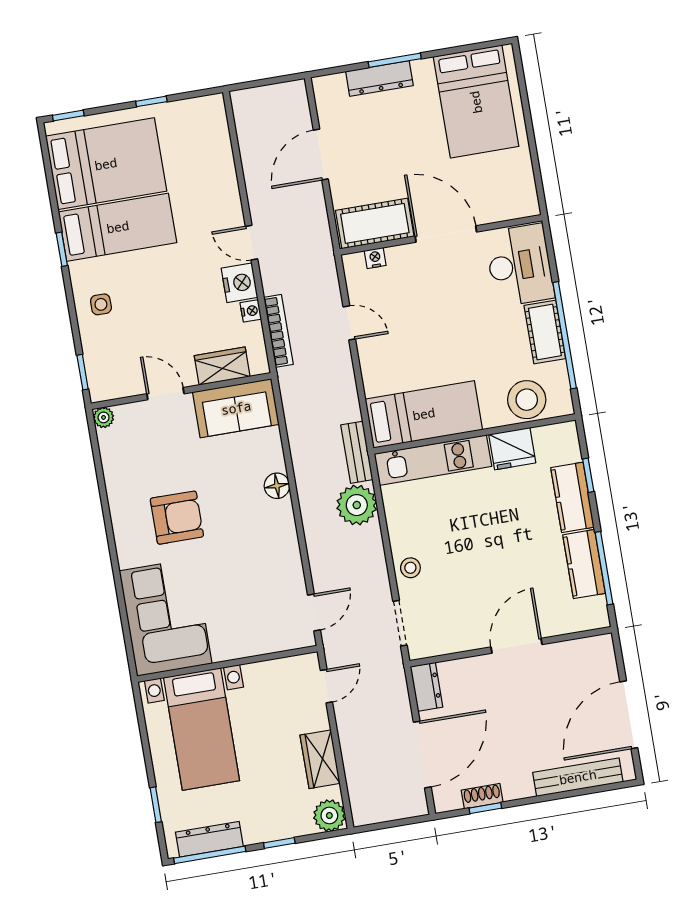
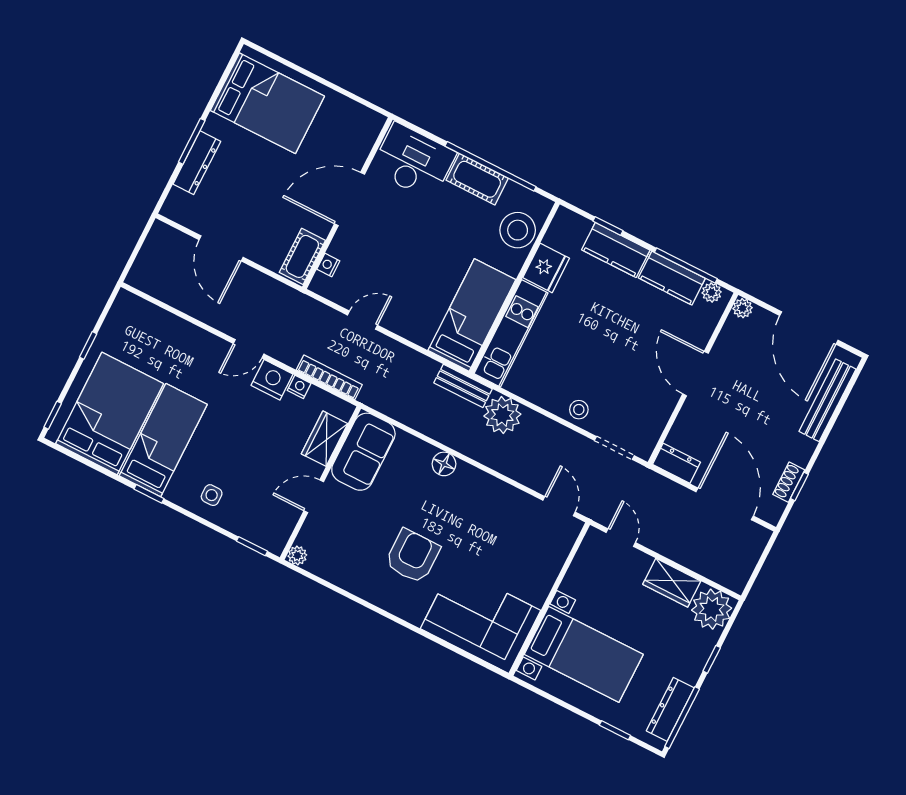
cot: (375, 223) -> (302, 256), width x0.73, depth x0.75
plant: (597, 608) -> (712, 292), added
plant: (603, 645) -> (743, 308), added
plant: (329, 816) -> (712, 609), width x1.36, depth x1.36

